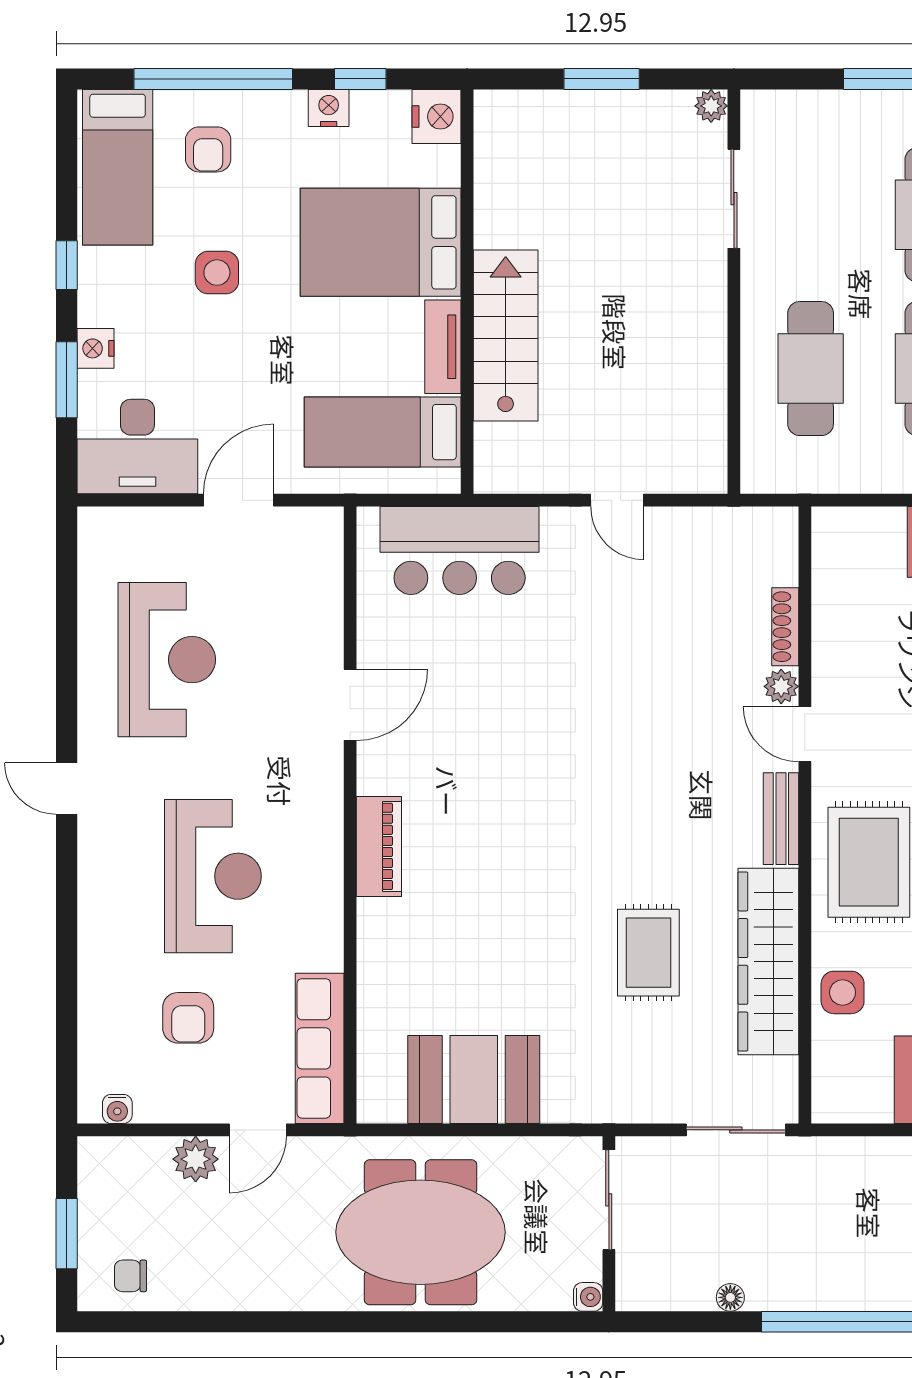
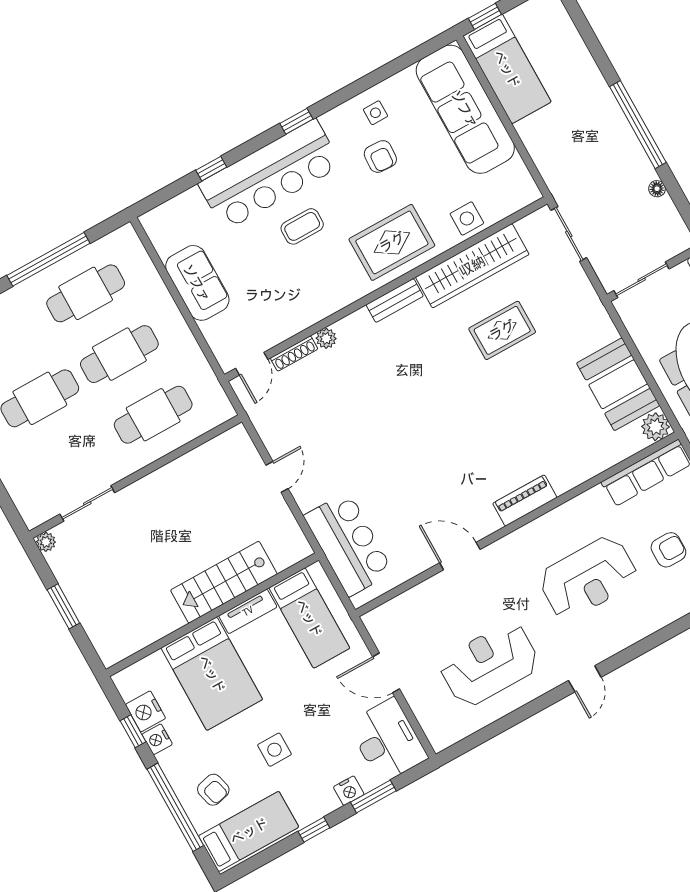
nightstand: (436, 117) -> (146, 711), moved, turned -90
armchair: (208, 149) -> (213, 790), turned 76
door: (805, 734) -> (252, 364), moved
reception desk: (213, 876) -> (588, 578), turned 180
plant: (380, 1100) -> (655, 427), added

